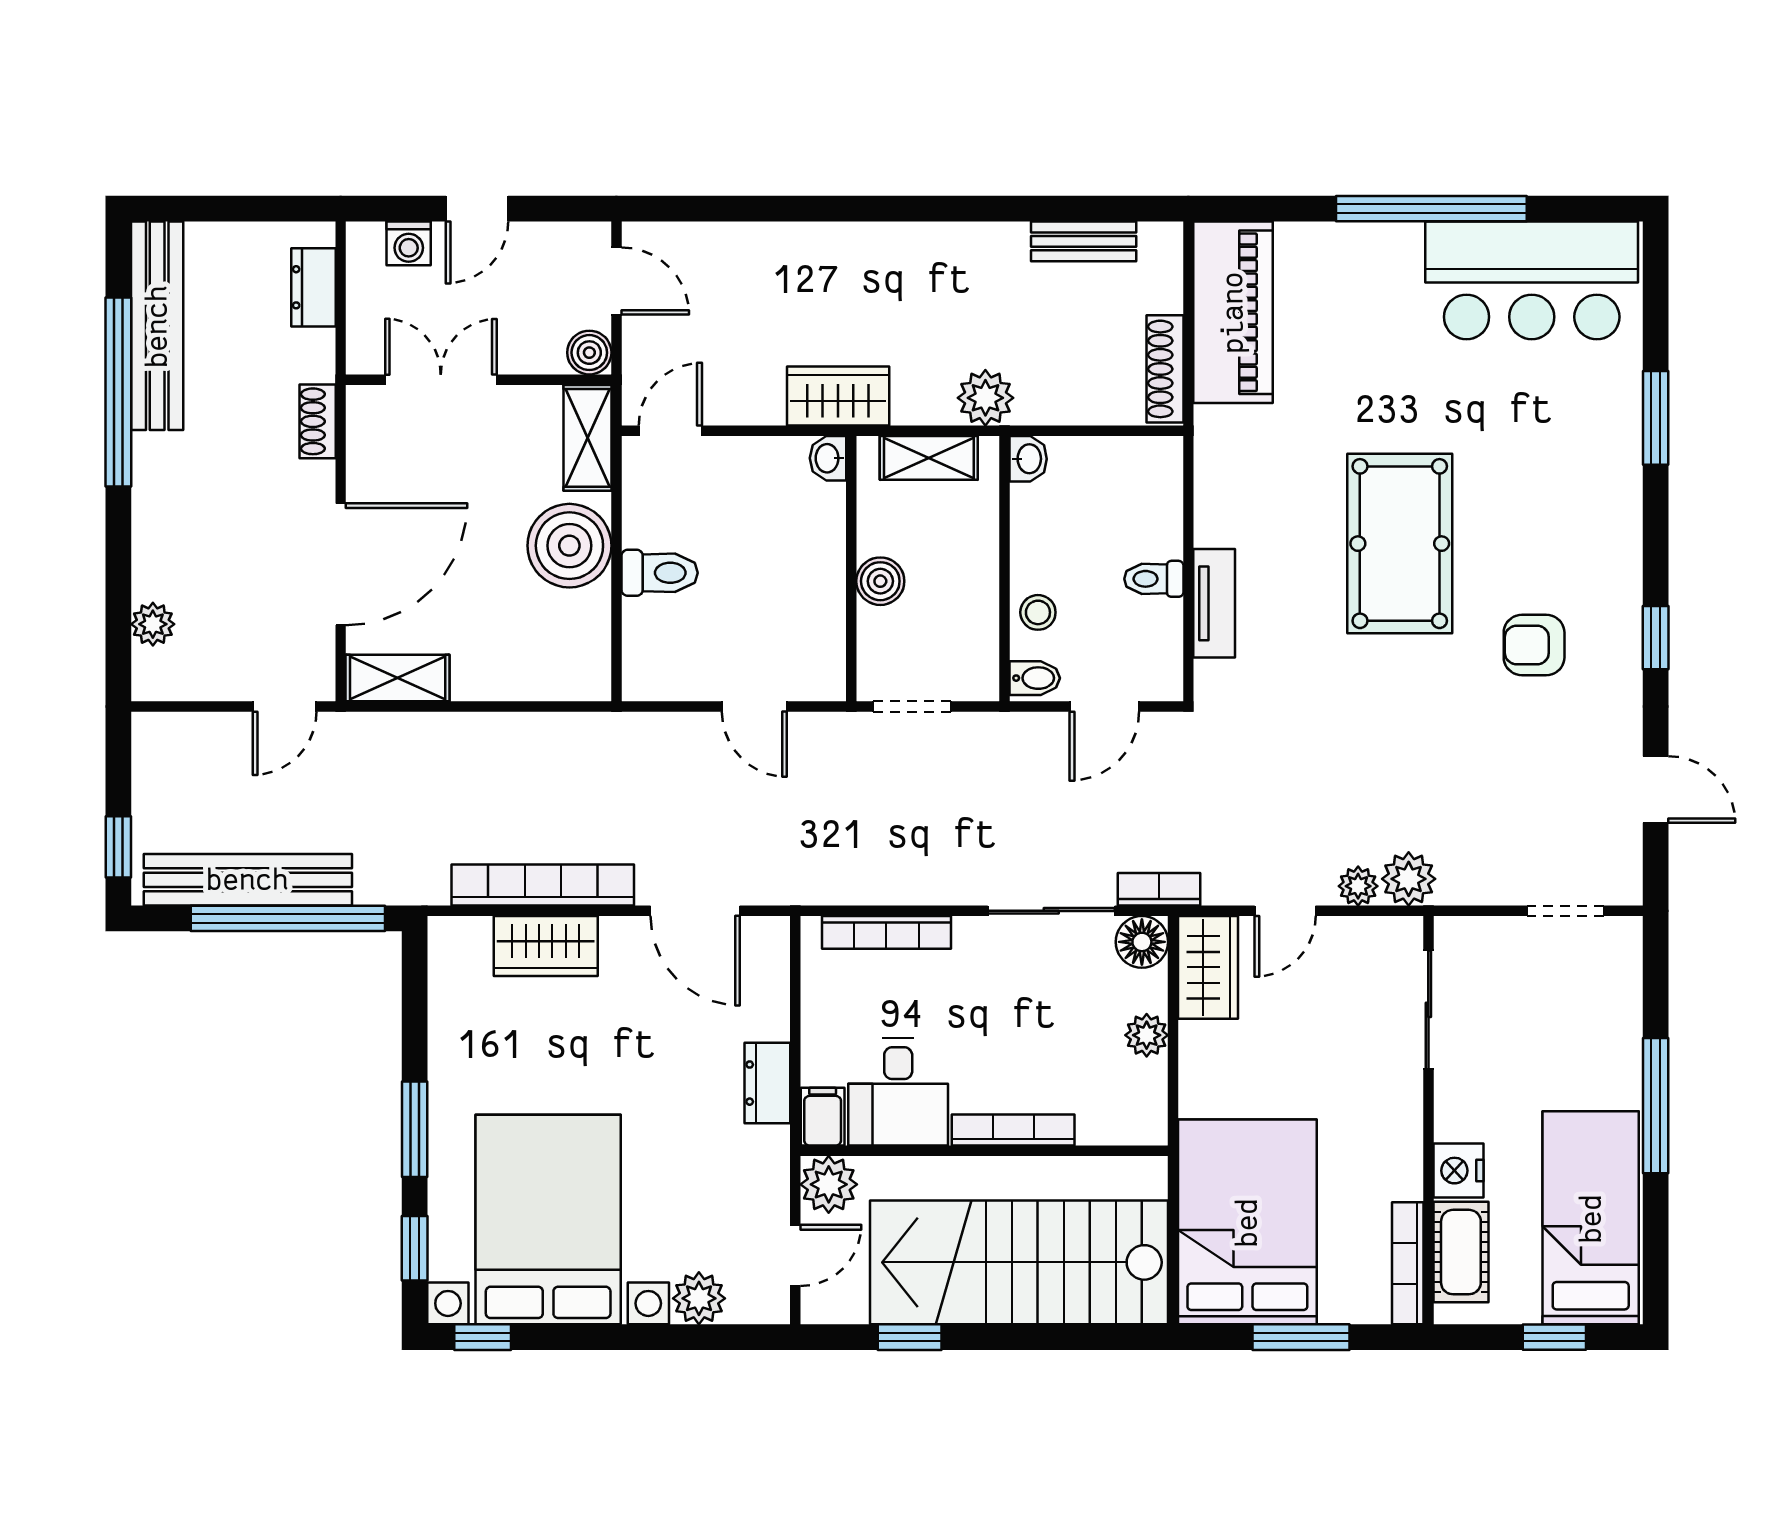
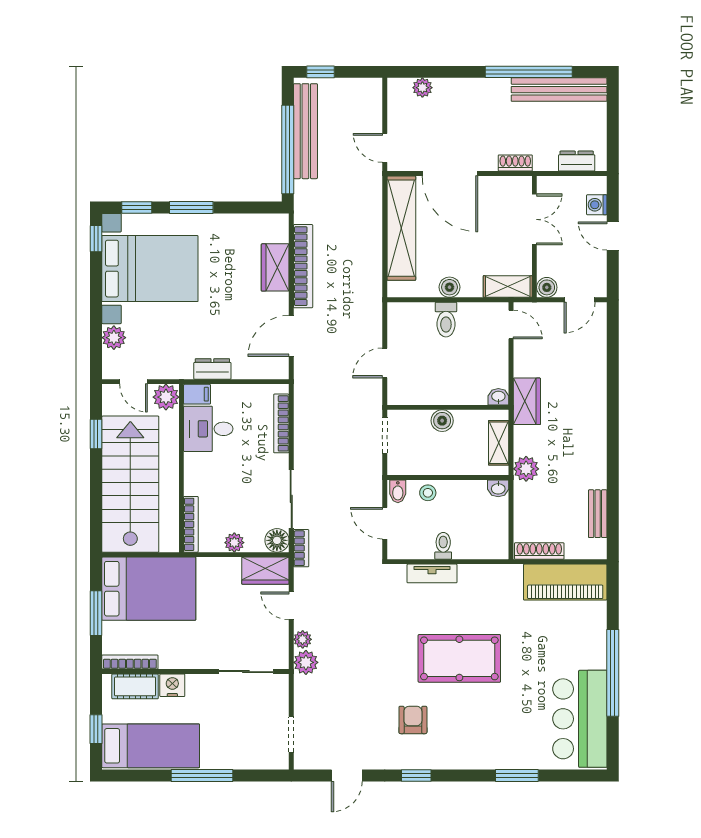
boiler: (569, 546) -> (450, 287), width x0.54, depth x0.54
shelving: (398, 678) -> (401, 228), width x2.20, depth x1.33
bookcase: (1013, 1130) -> (191, 524), moved

